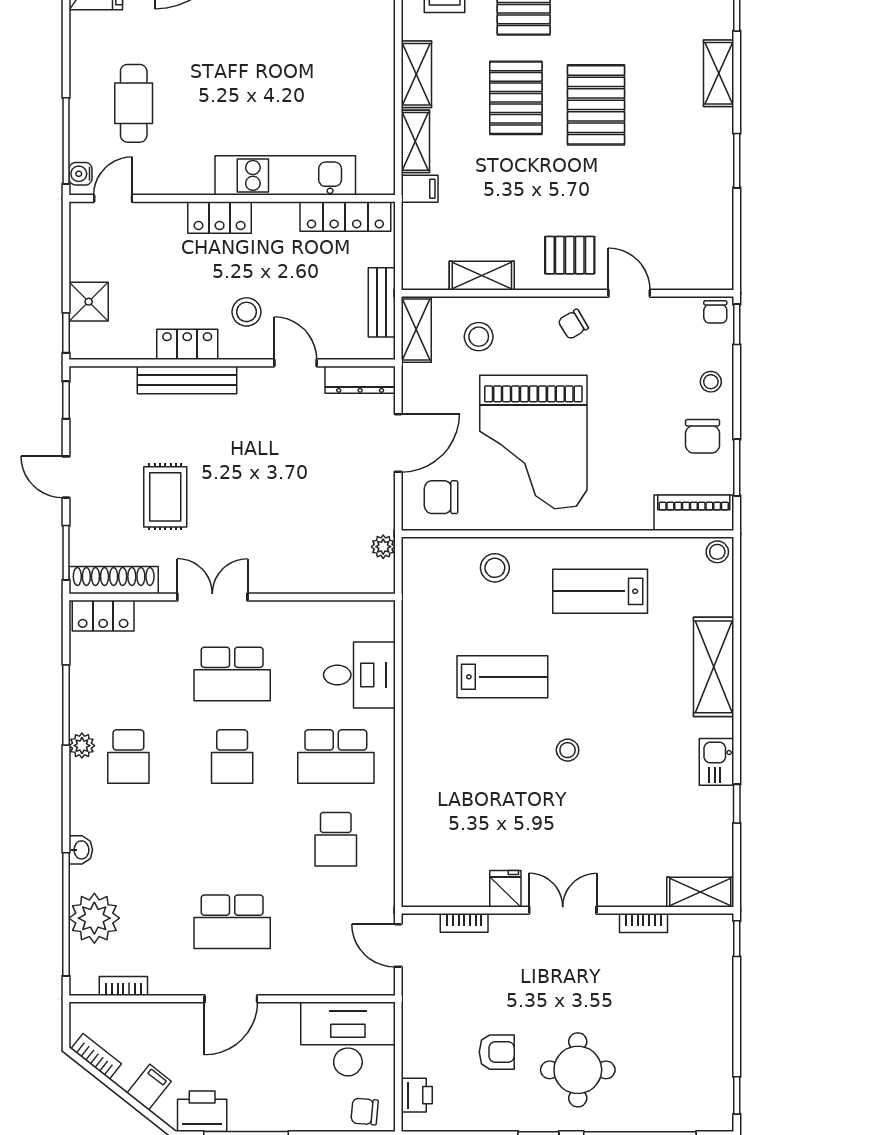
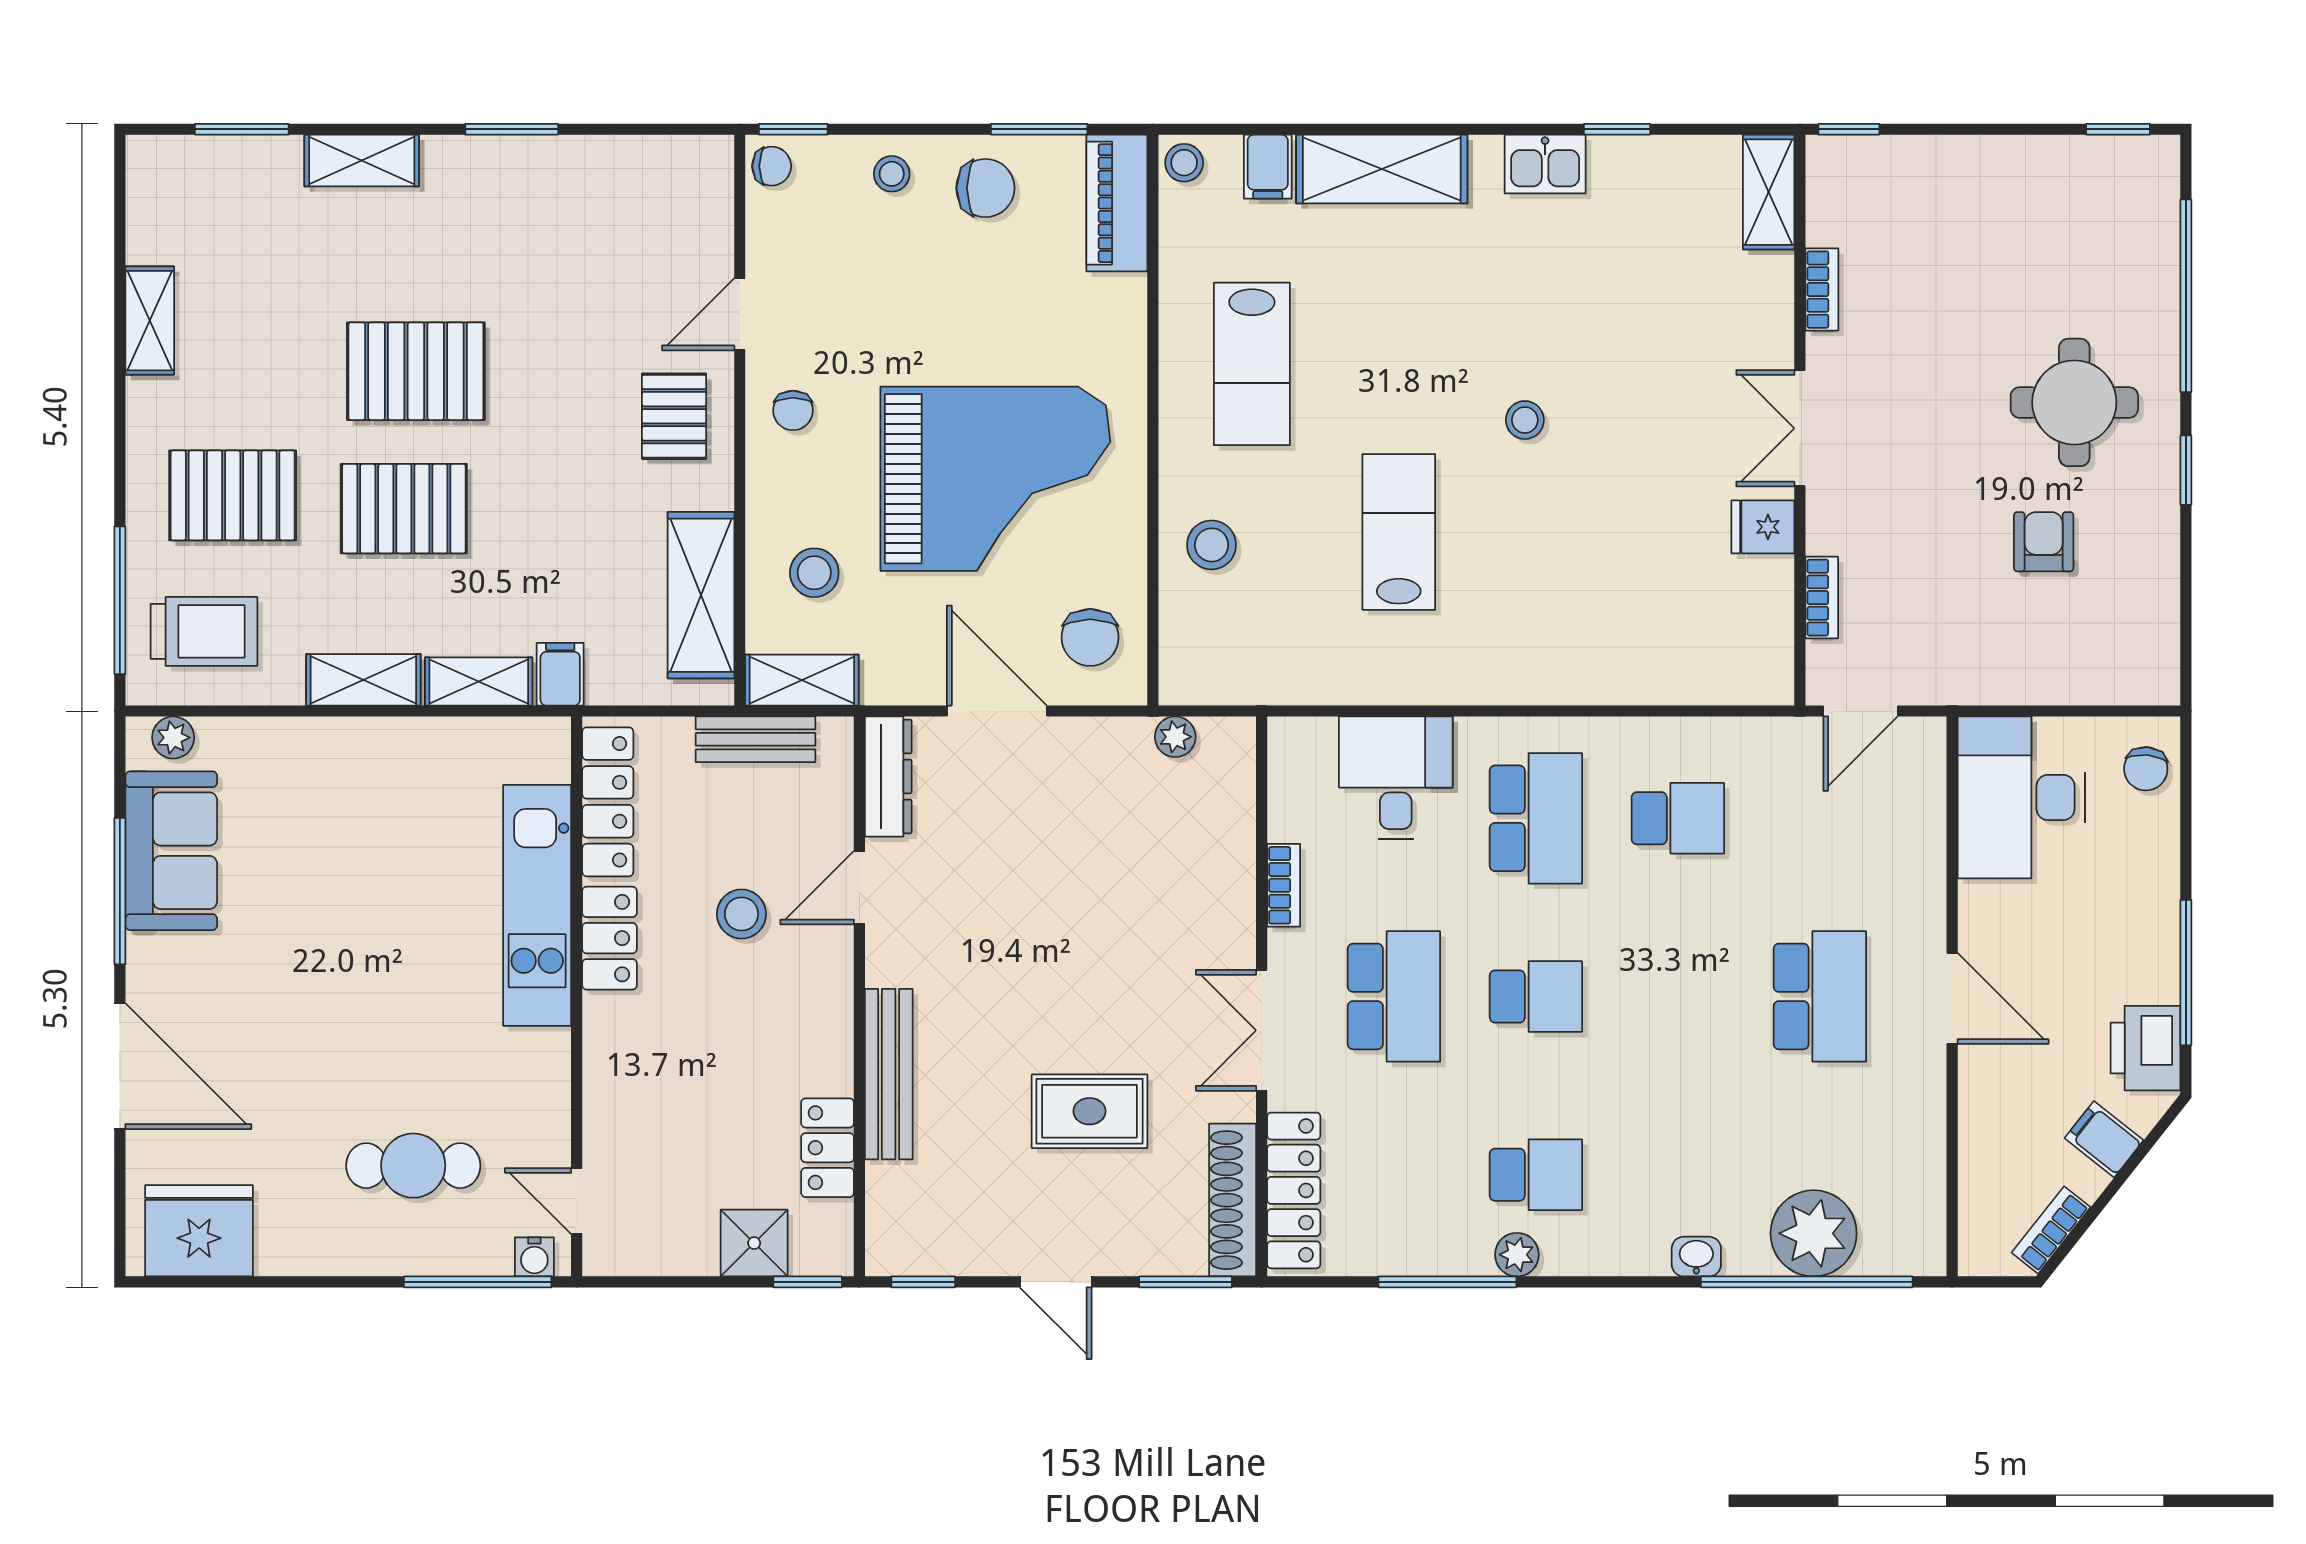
locker: (220, 217) -> (609, 938), moved
shelving: (482, 276) -> (701, 595), width x1.50, depth x1.33
stool: (247, 312) -> (741, 914), moved
chair: (573, 324) -> (793, 410), turned 31
locker: (187, 344) -> (828, 1148), moved
door: (66, 477) -> (1056, 1282), hinge flipped
filing cabinet: (715, 601) -> (1268, 167), added
locker: (103, 616) -> (1294, 1190), width x1.53
bookcase: (123, 986) -> (1284, 885), moved, turned 180
printer: (417, 1095) -> (2118, 679), removed

